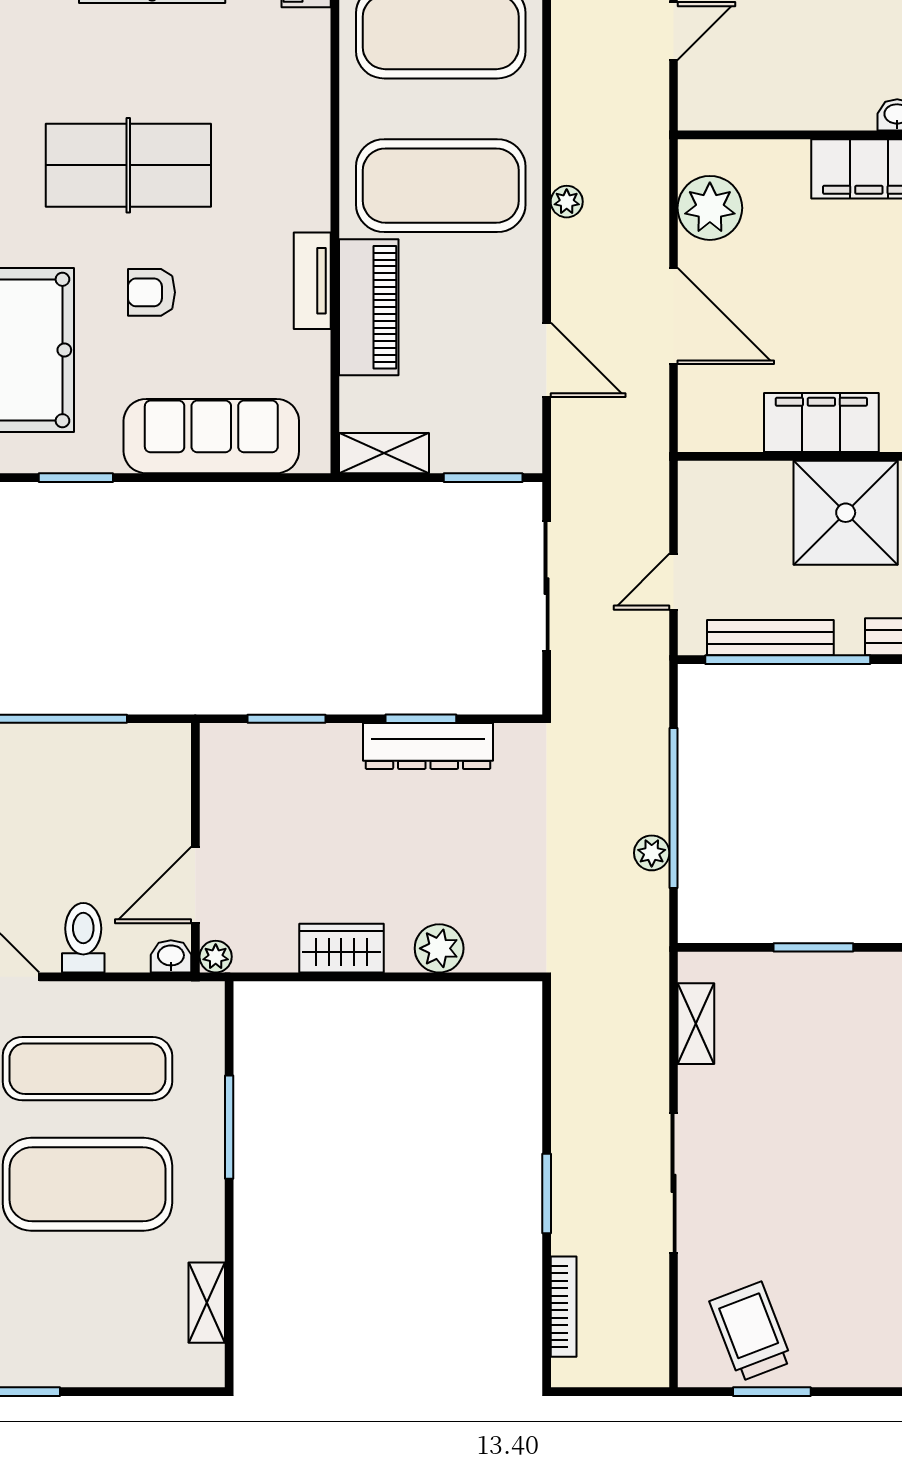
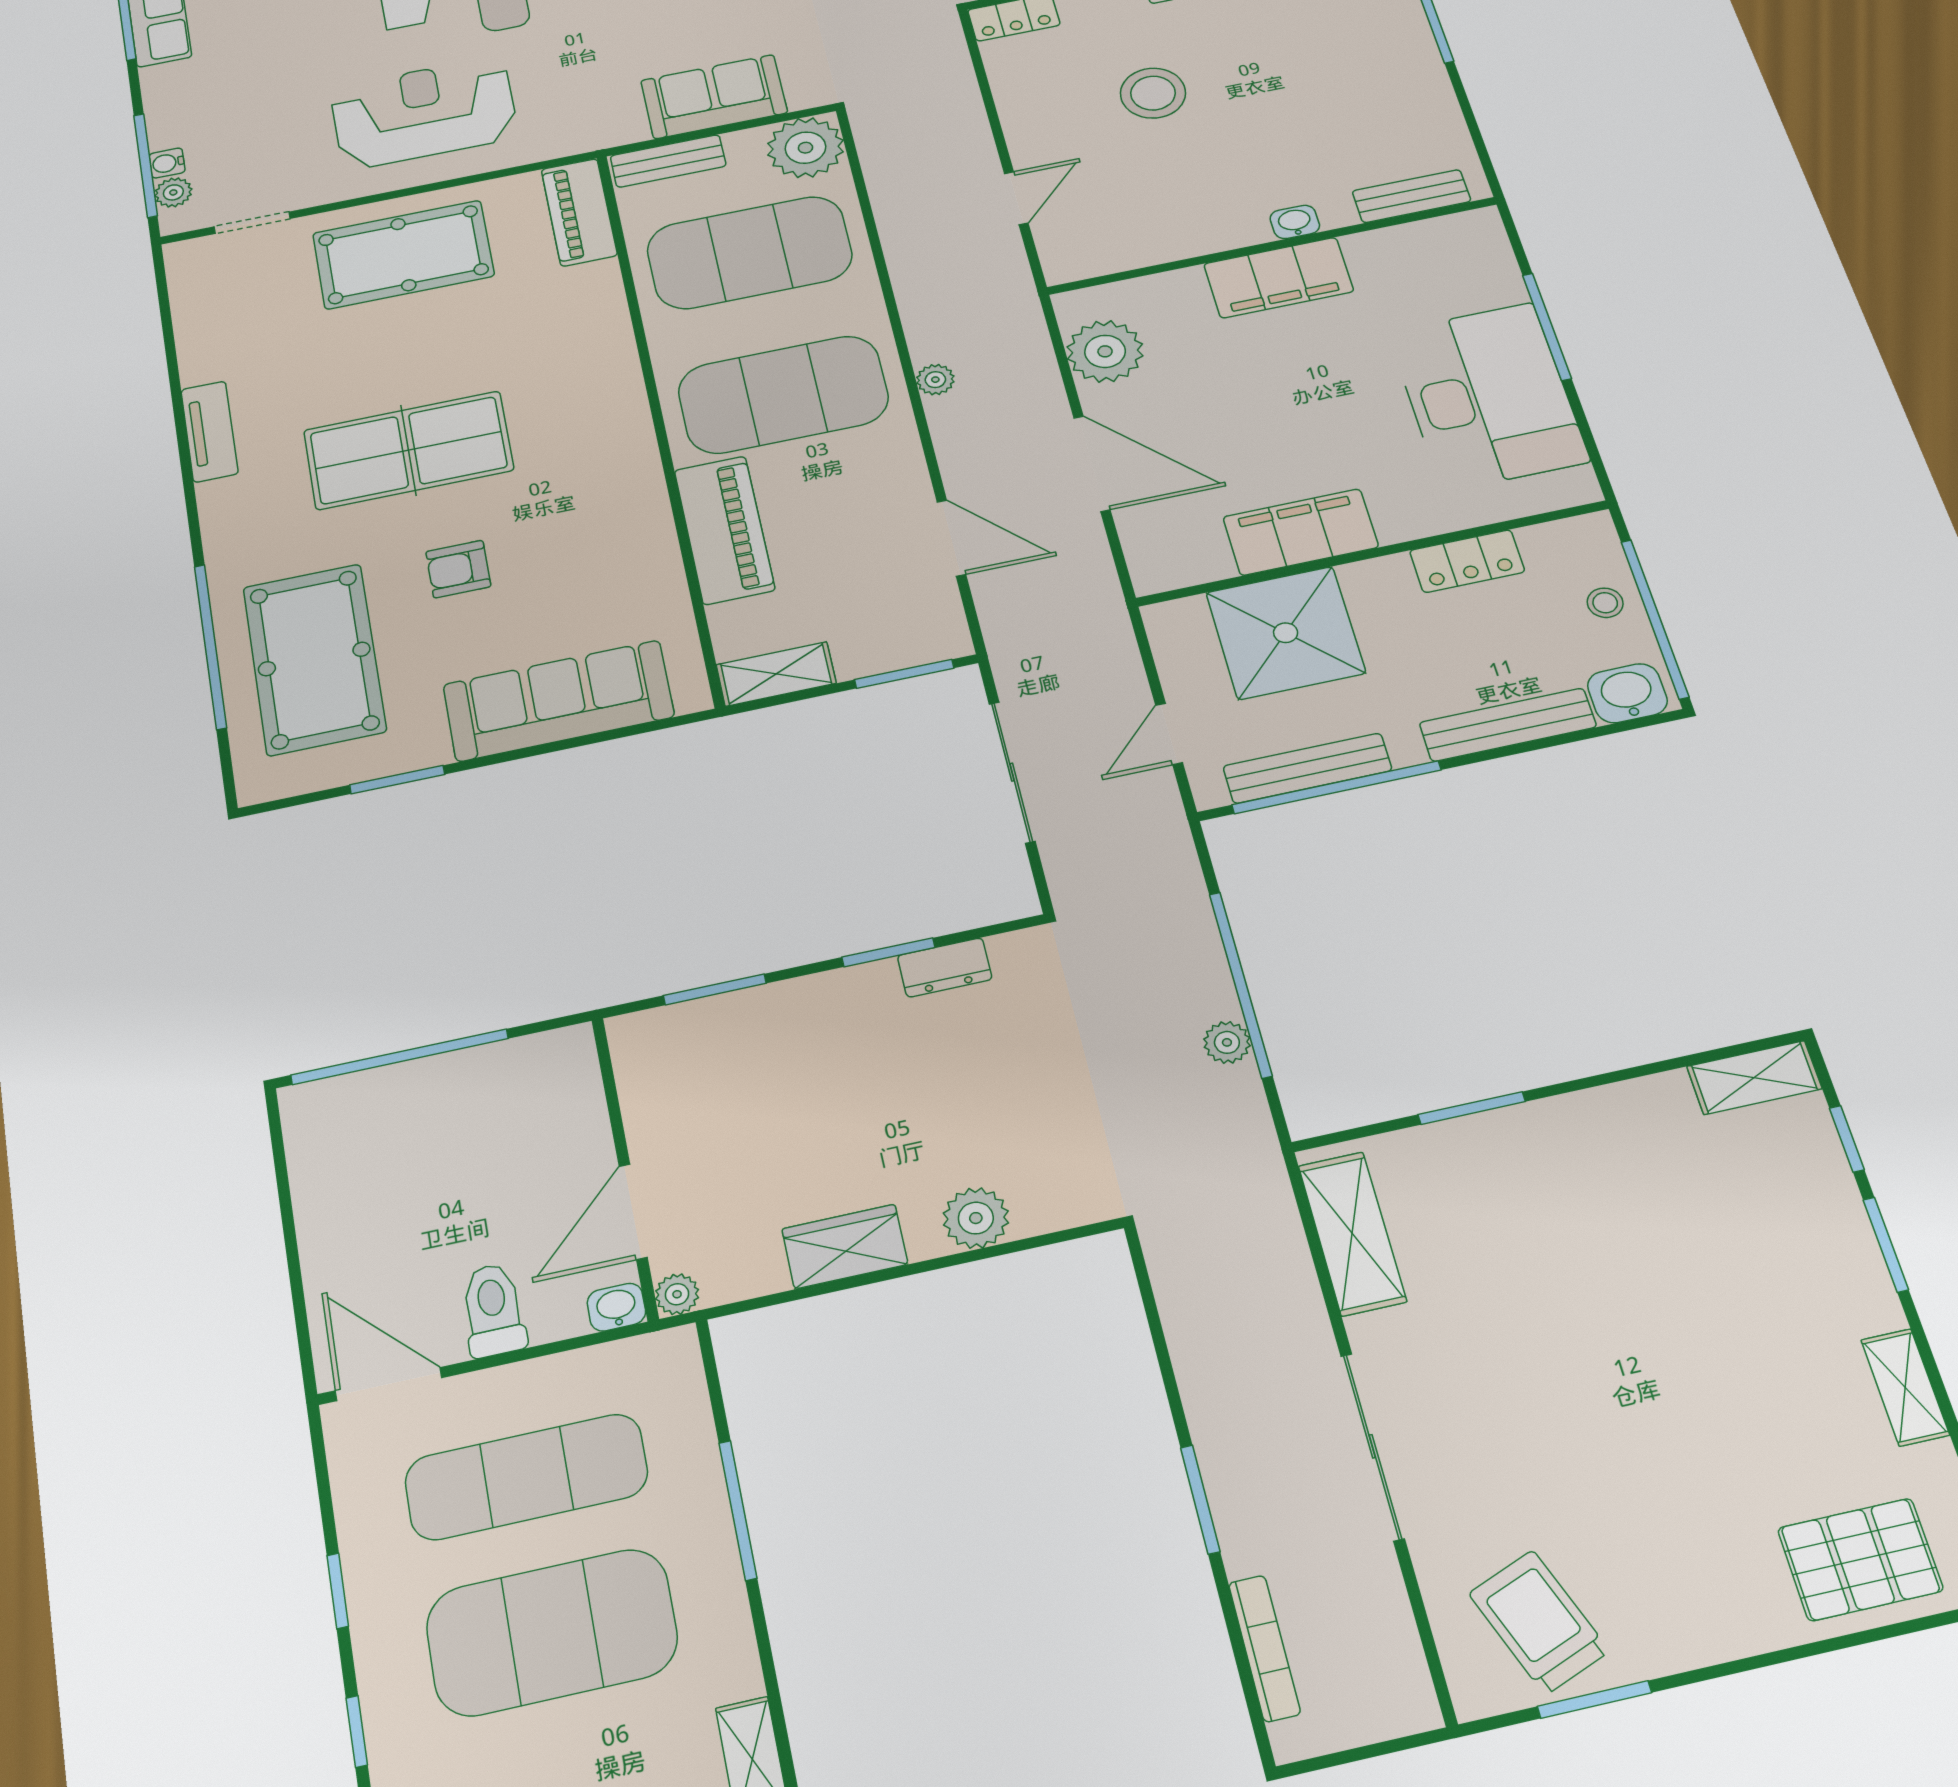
tv unit: (312, 281) -> (651, 518), removed
shower: (846, 513) -> (1286, 633), moved
dresser: (428, 746) -> (945, 967), width x0.51, depth x0.80
shelving: (696, 1024) -> (1352, 1233), width x1.50, depth x1.33

